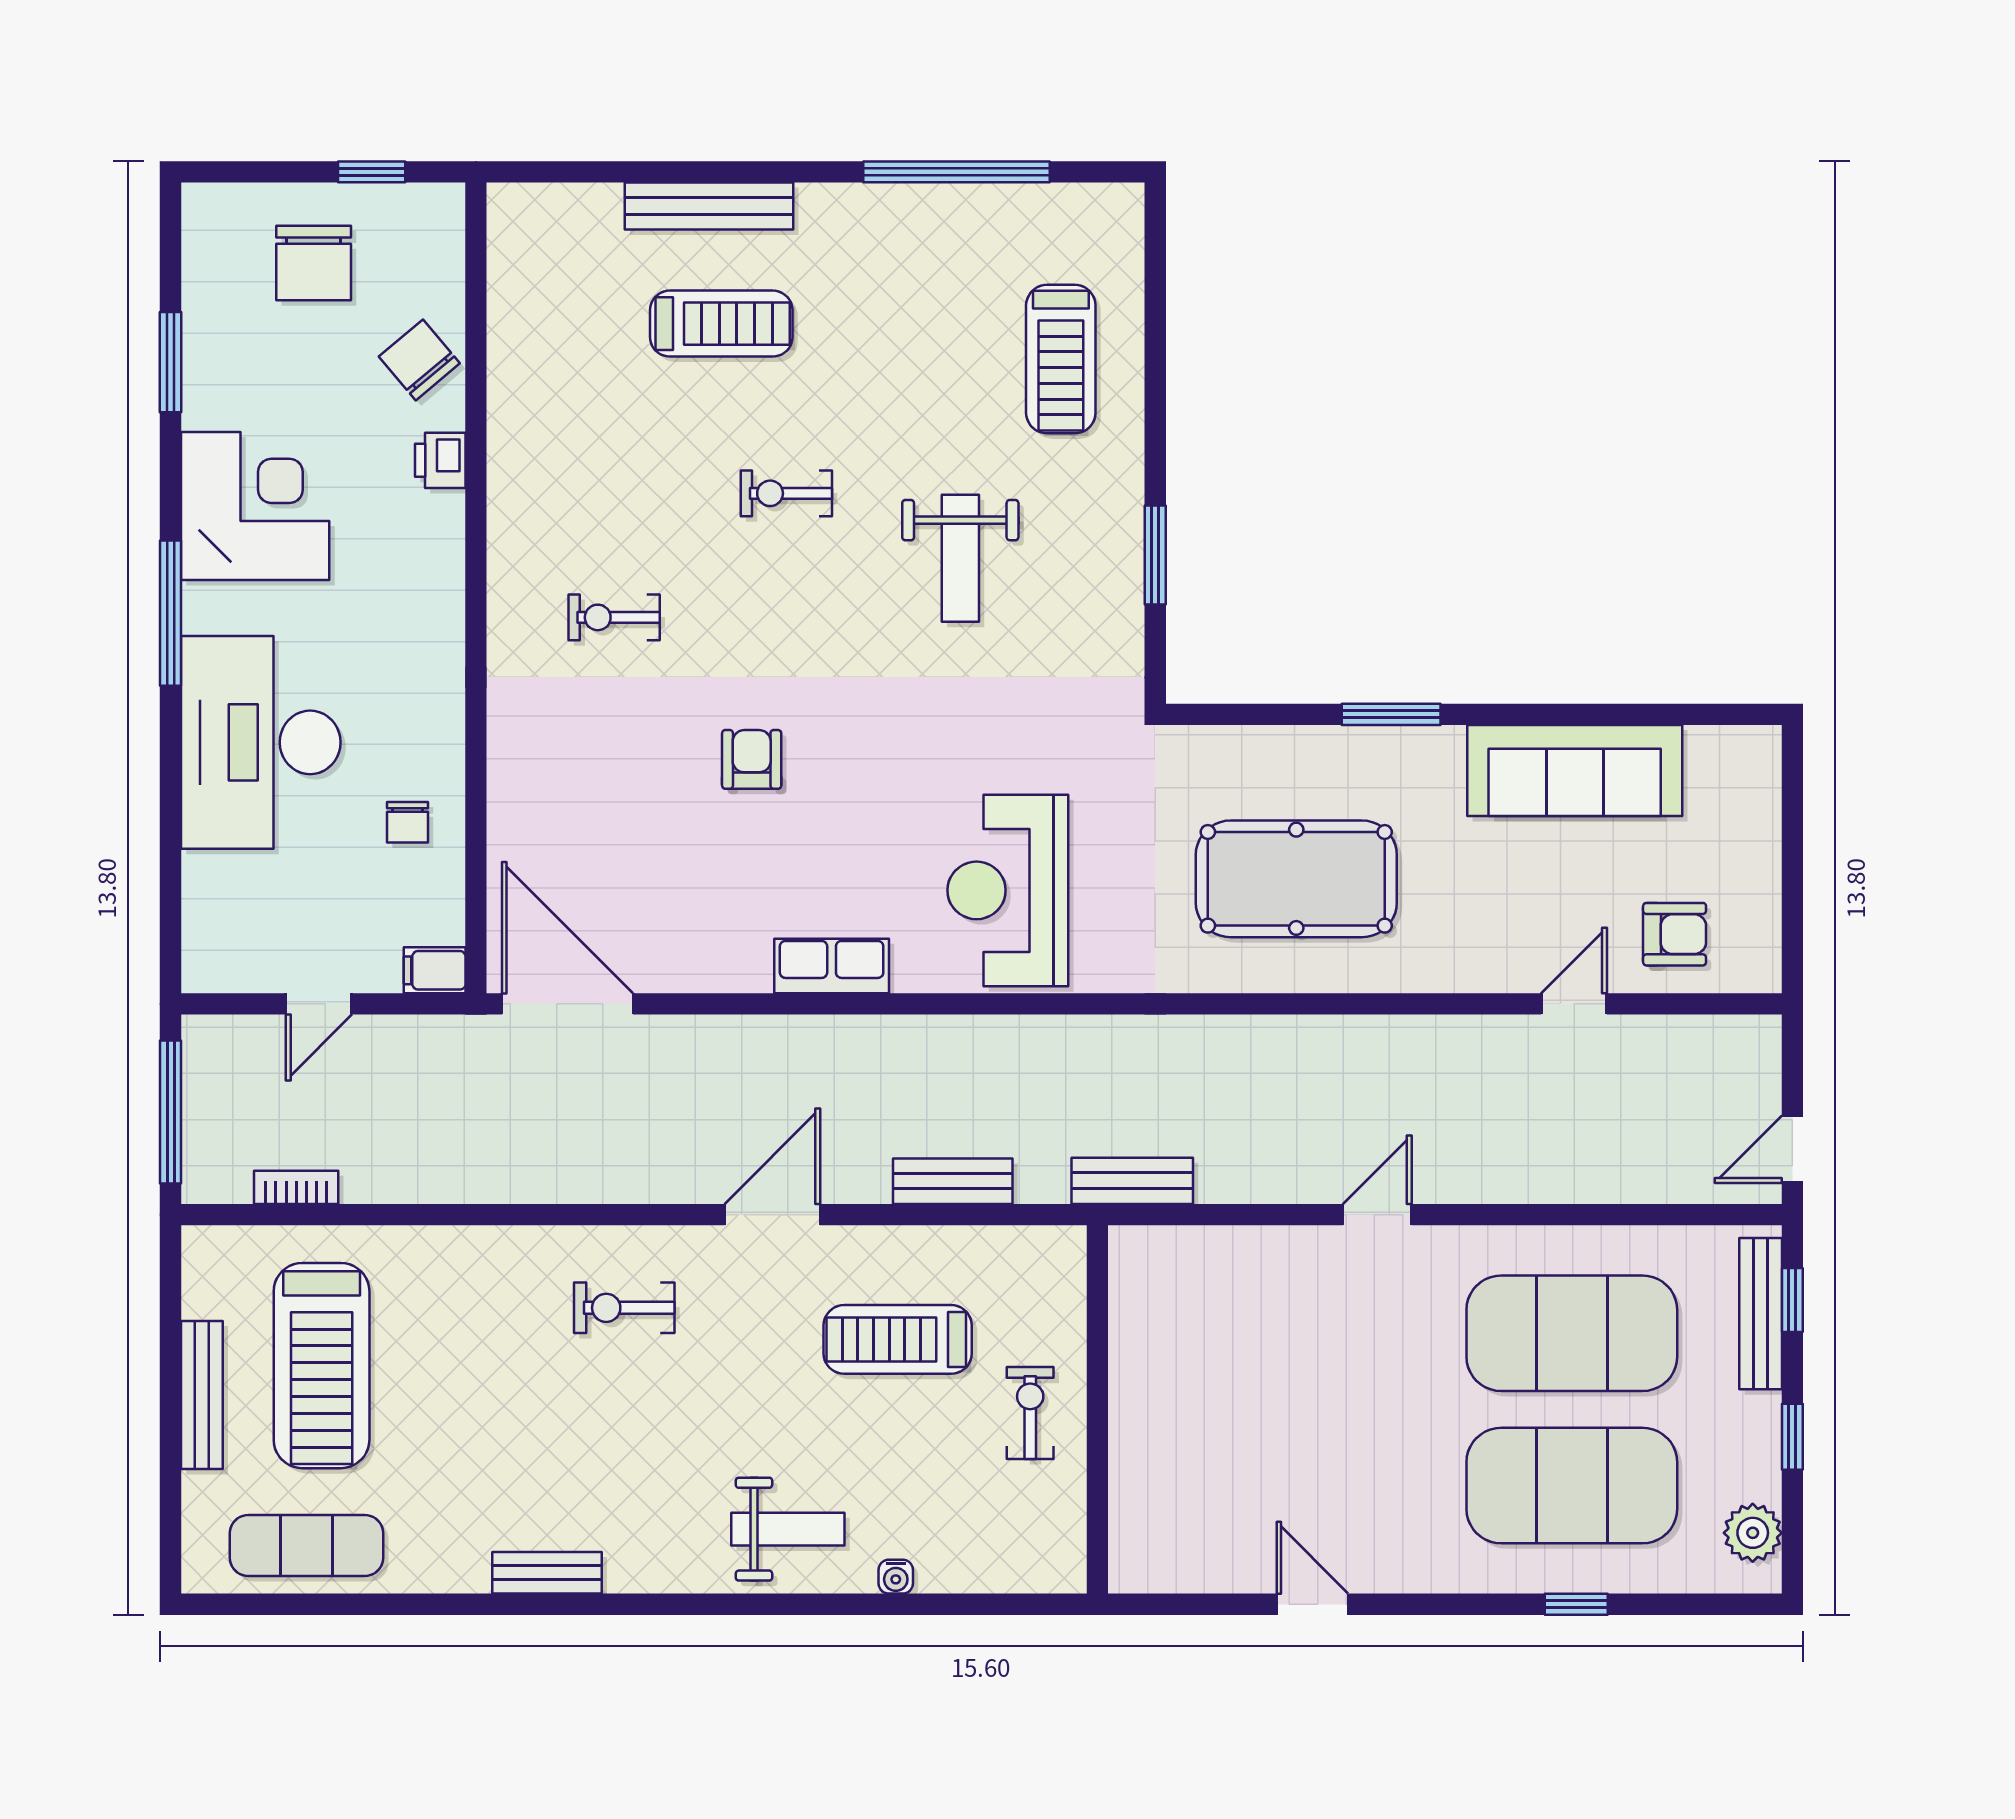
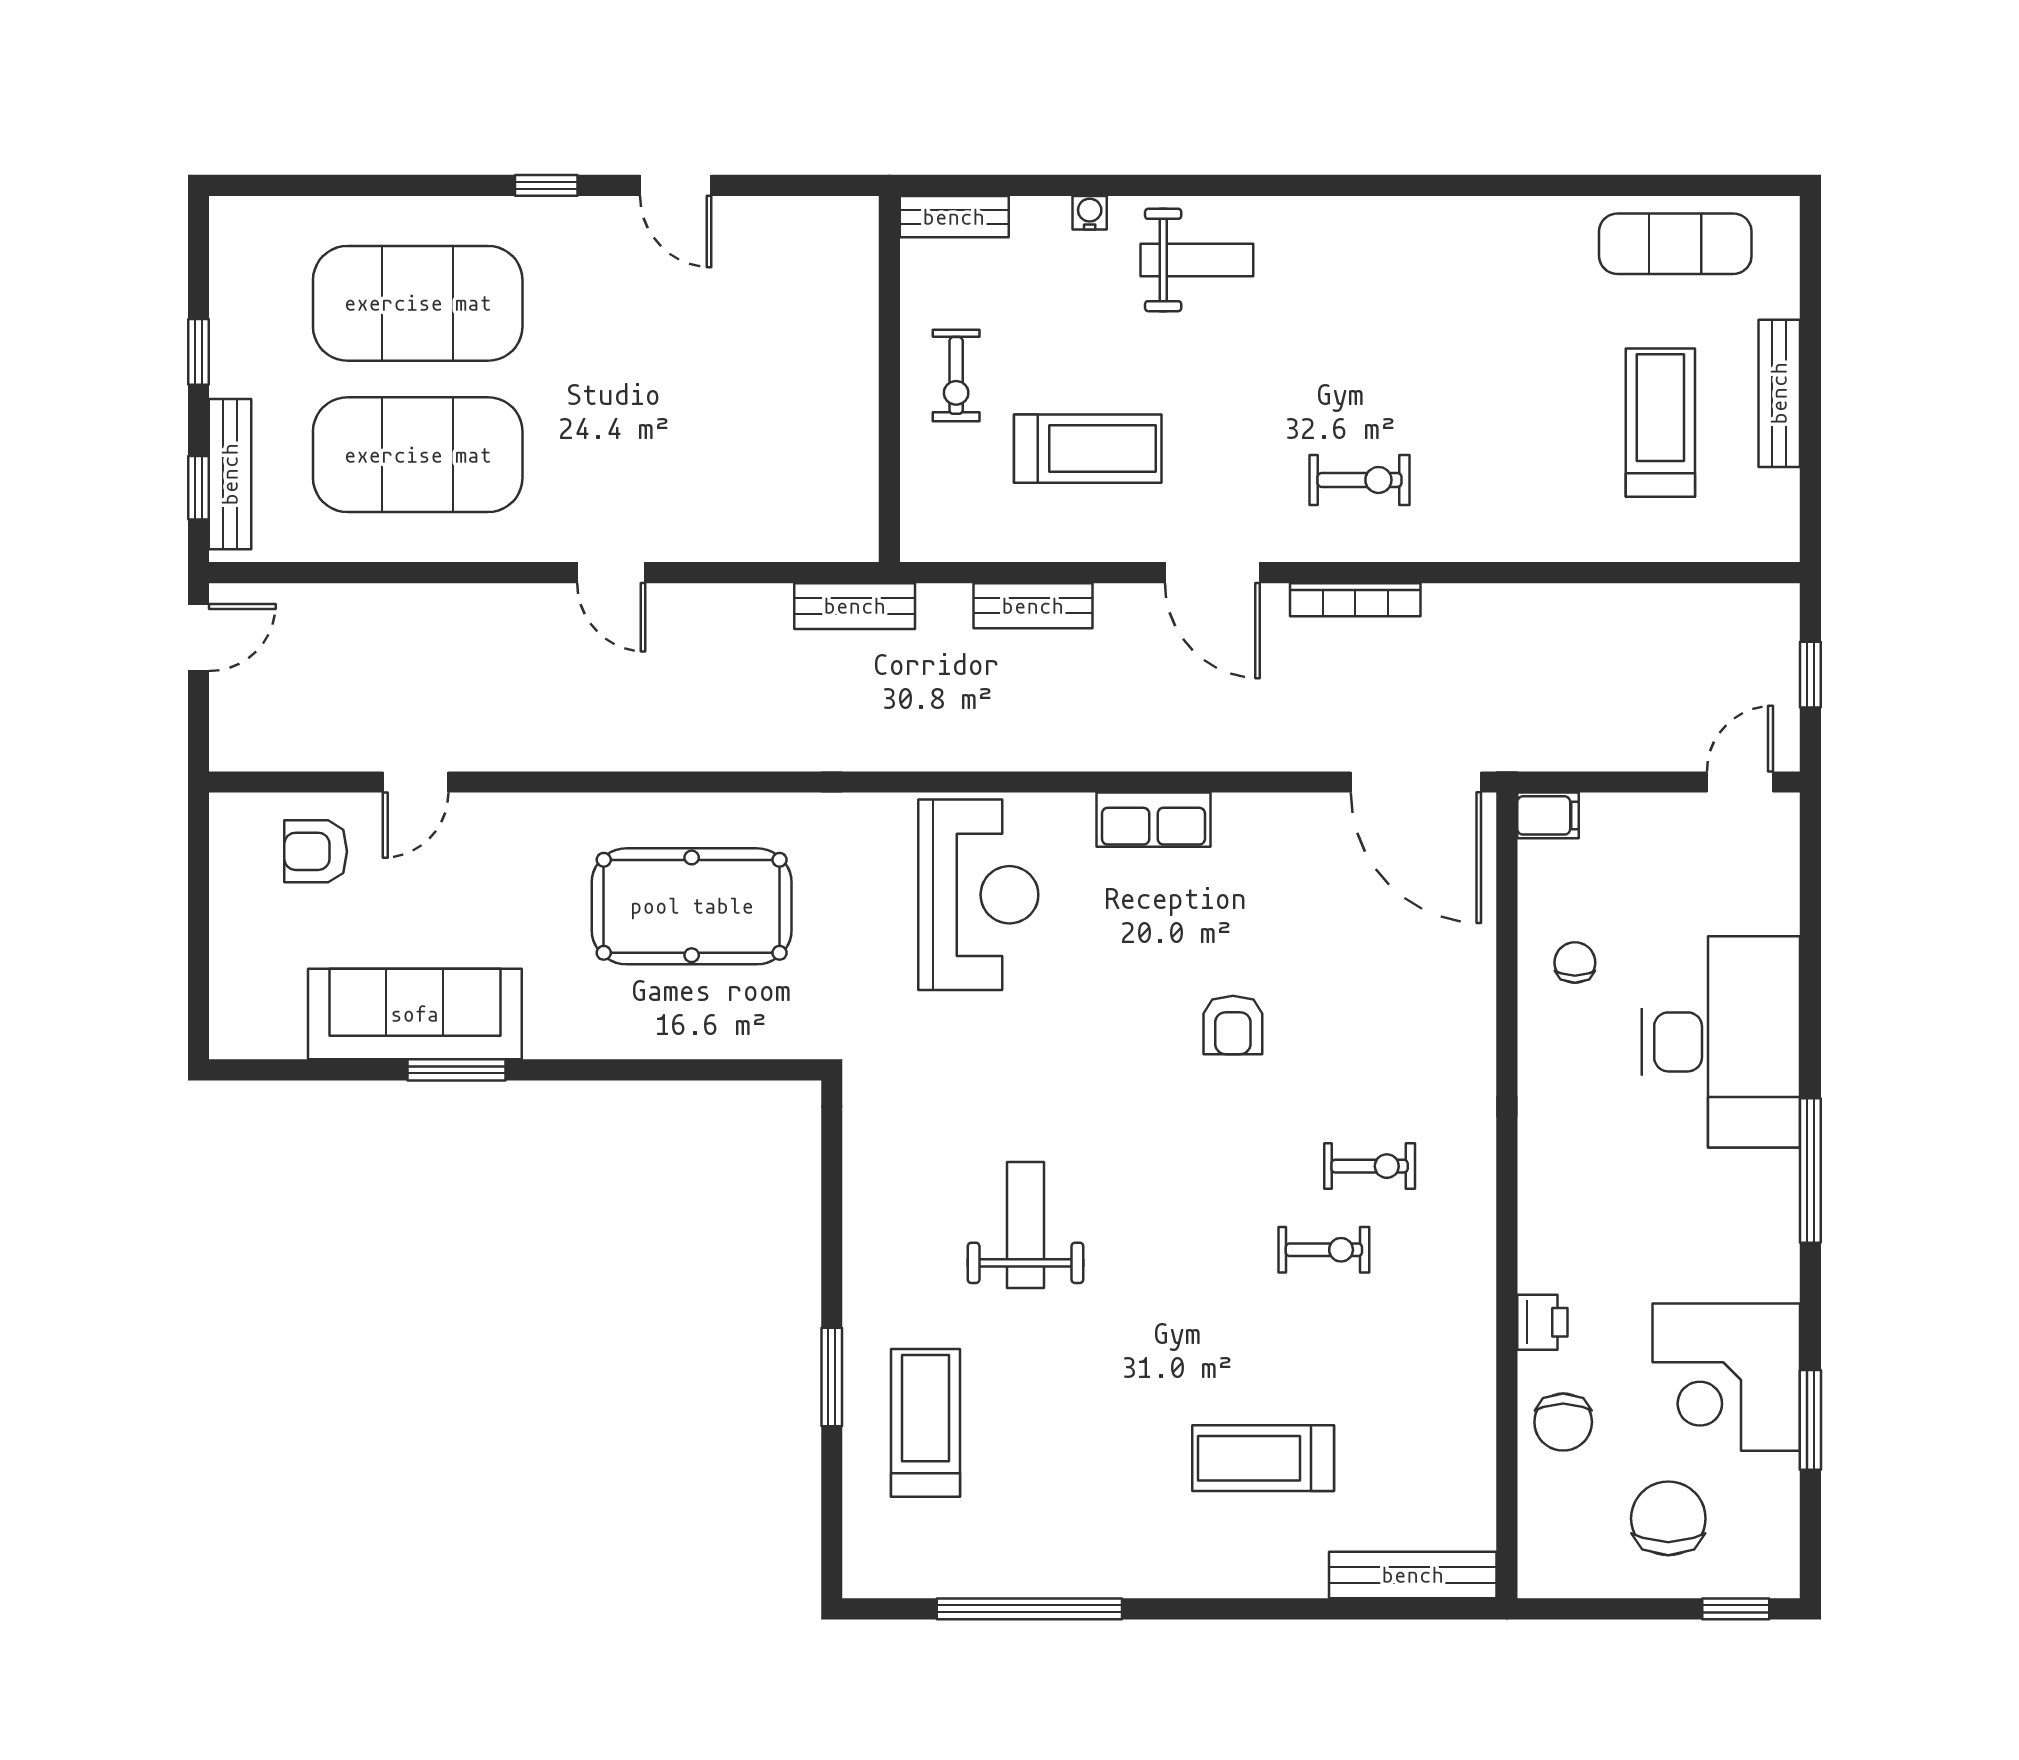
window: (372, 172) -> (1736, 1609), moved
bench: (709, 206) -> (1413, 1575), moved
chair: (419, 360) -> (1563, 1422), turned 40
exercise bike: (786, 493) -> (1324, 1250), moved
corner desk: (255, 506) -> (1726, 1377), moved
window: (1155, 555) -> (832, 1377), moved
window: (1391, 714) -> (456, 1070), moved
door: (319, 1004) -> (1740, 782), moved
window: (171, 1112) -> (1810, 675), width x0.46
bookcase: (296, 1187) -> (1355, 600), moved, width x1.56
door: (772, 1215) -> (1212, 573), hinge flipped
door: (1377, 1215) -> (611, 573), hinge flipped
treadmill: (322, 1366) -> (1660, 423), width x0.73, depth x0.73
weight bench: (788, 1529) -> (1197, 260), turned 180
plant: (1753, 1533) -> (238, 256), removed
bench: (547, 1573) -> (954, 217), moved
window: (1576, 1604) -> (546, 185), moved

